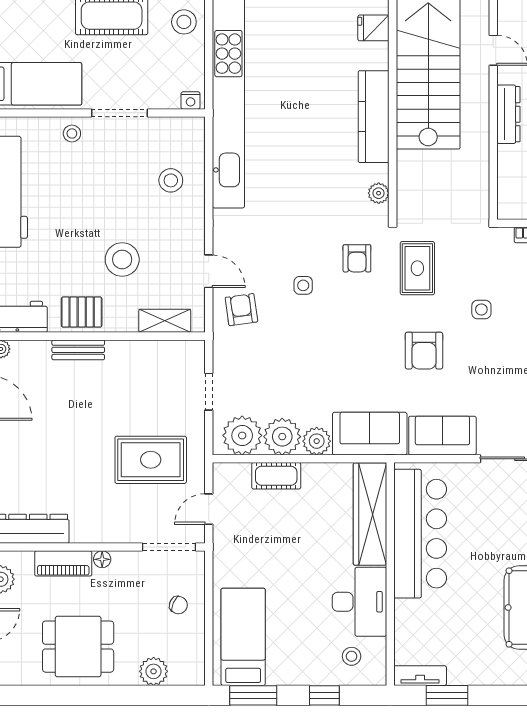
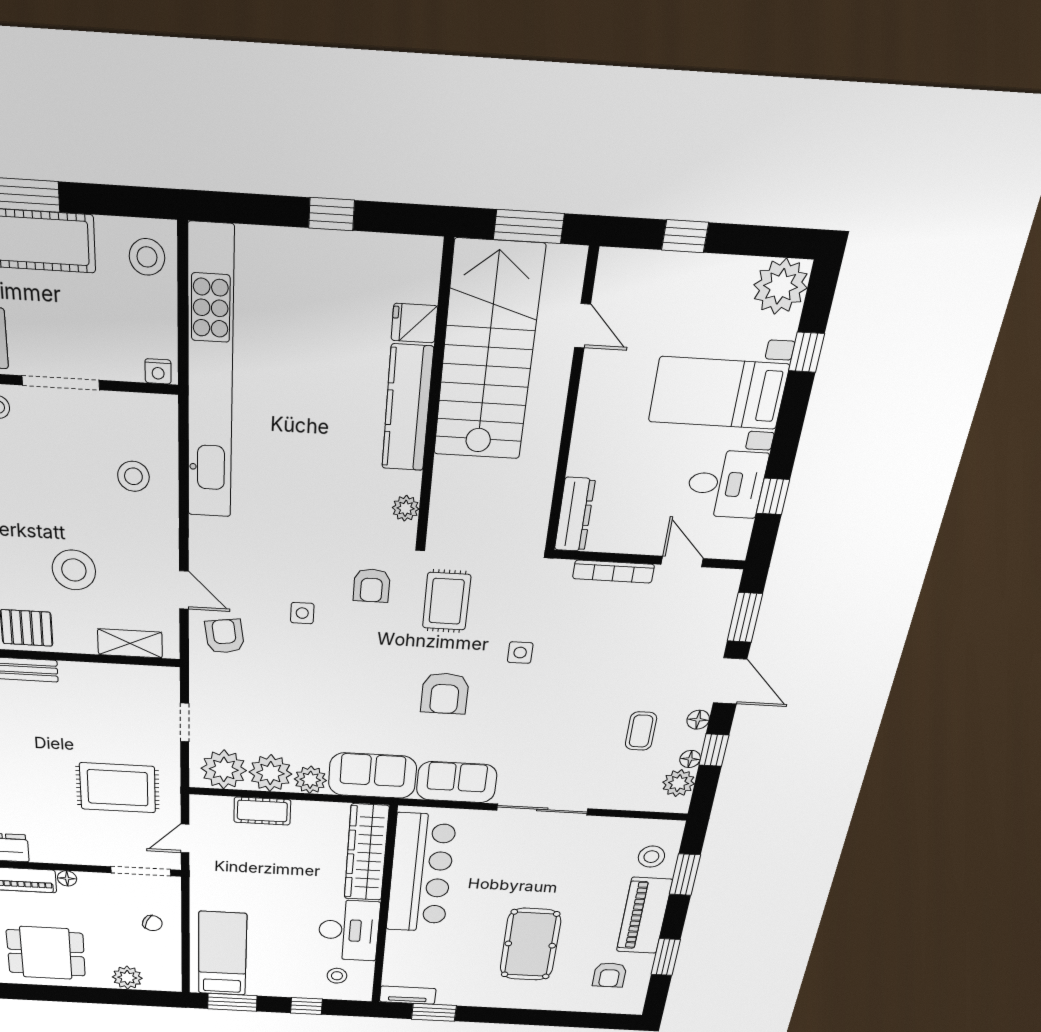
fridge: (373, 28) -> (414, 323), moved
dresser: (508, 114) -> (575, 515), moved

